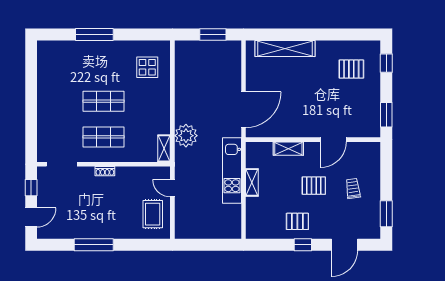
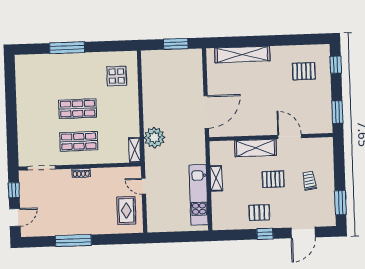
door: (333, 140) -> (290, 136), swing flipped
shelving: (288, 149) -> (256, 148), width x1.50, depth x1.33
kitchen unit: (232, 171) -> (199, 195), moved

